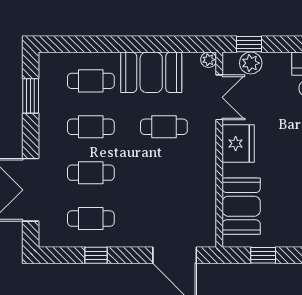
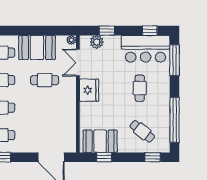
window: (249, 44) -> (107, 31), moved
double door: (219, 97) -> (78, 63), swing flipped
booth: (241, 206) -> (100, 141), moved, turned 90

